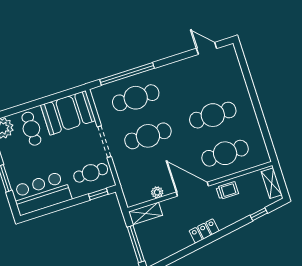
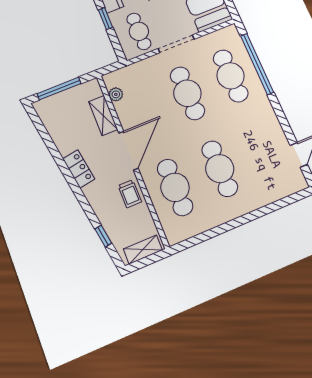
plant: (157, 192) -> (116, 94), moved
window: (98, 194) -> (105, 19), moved
shelving: (146, 213) -> (103, 115), moved

